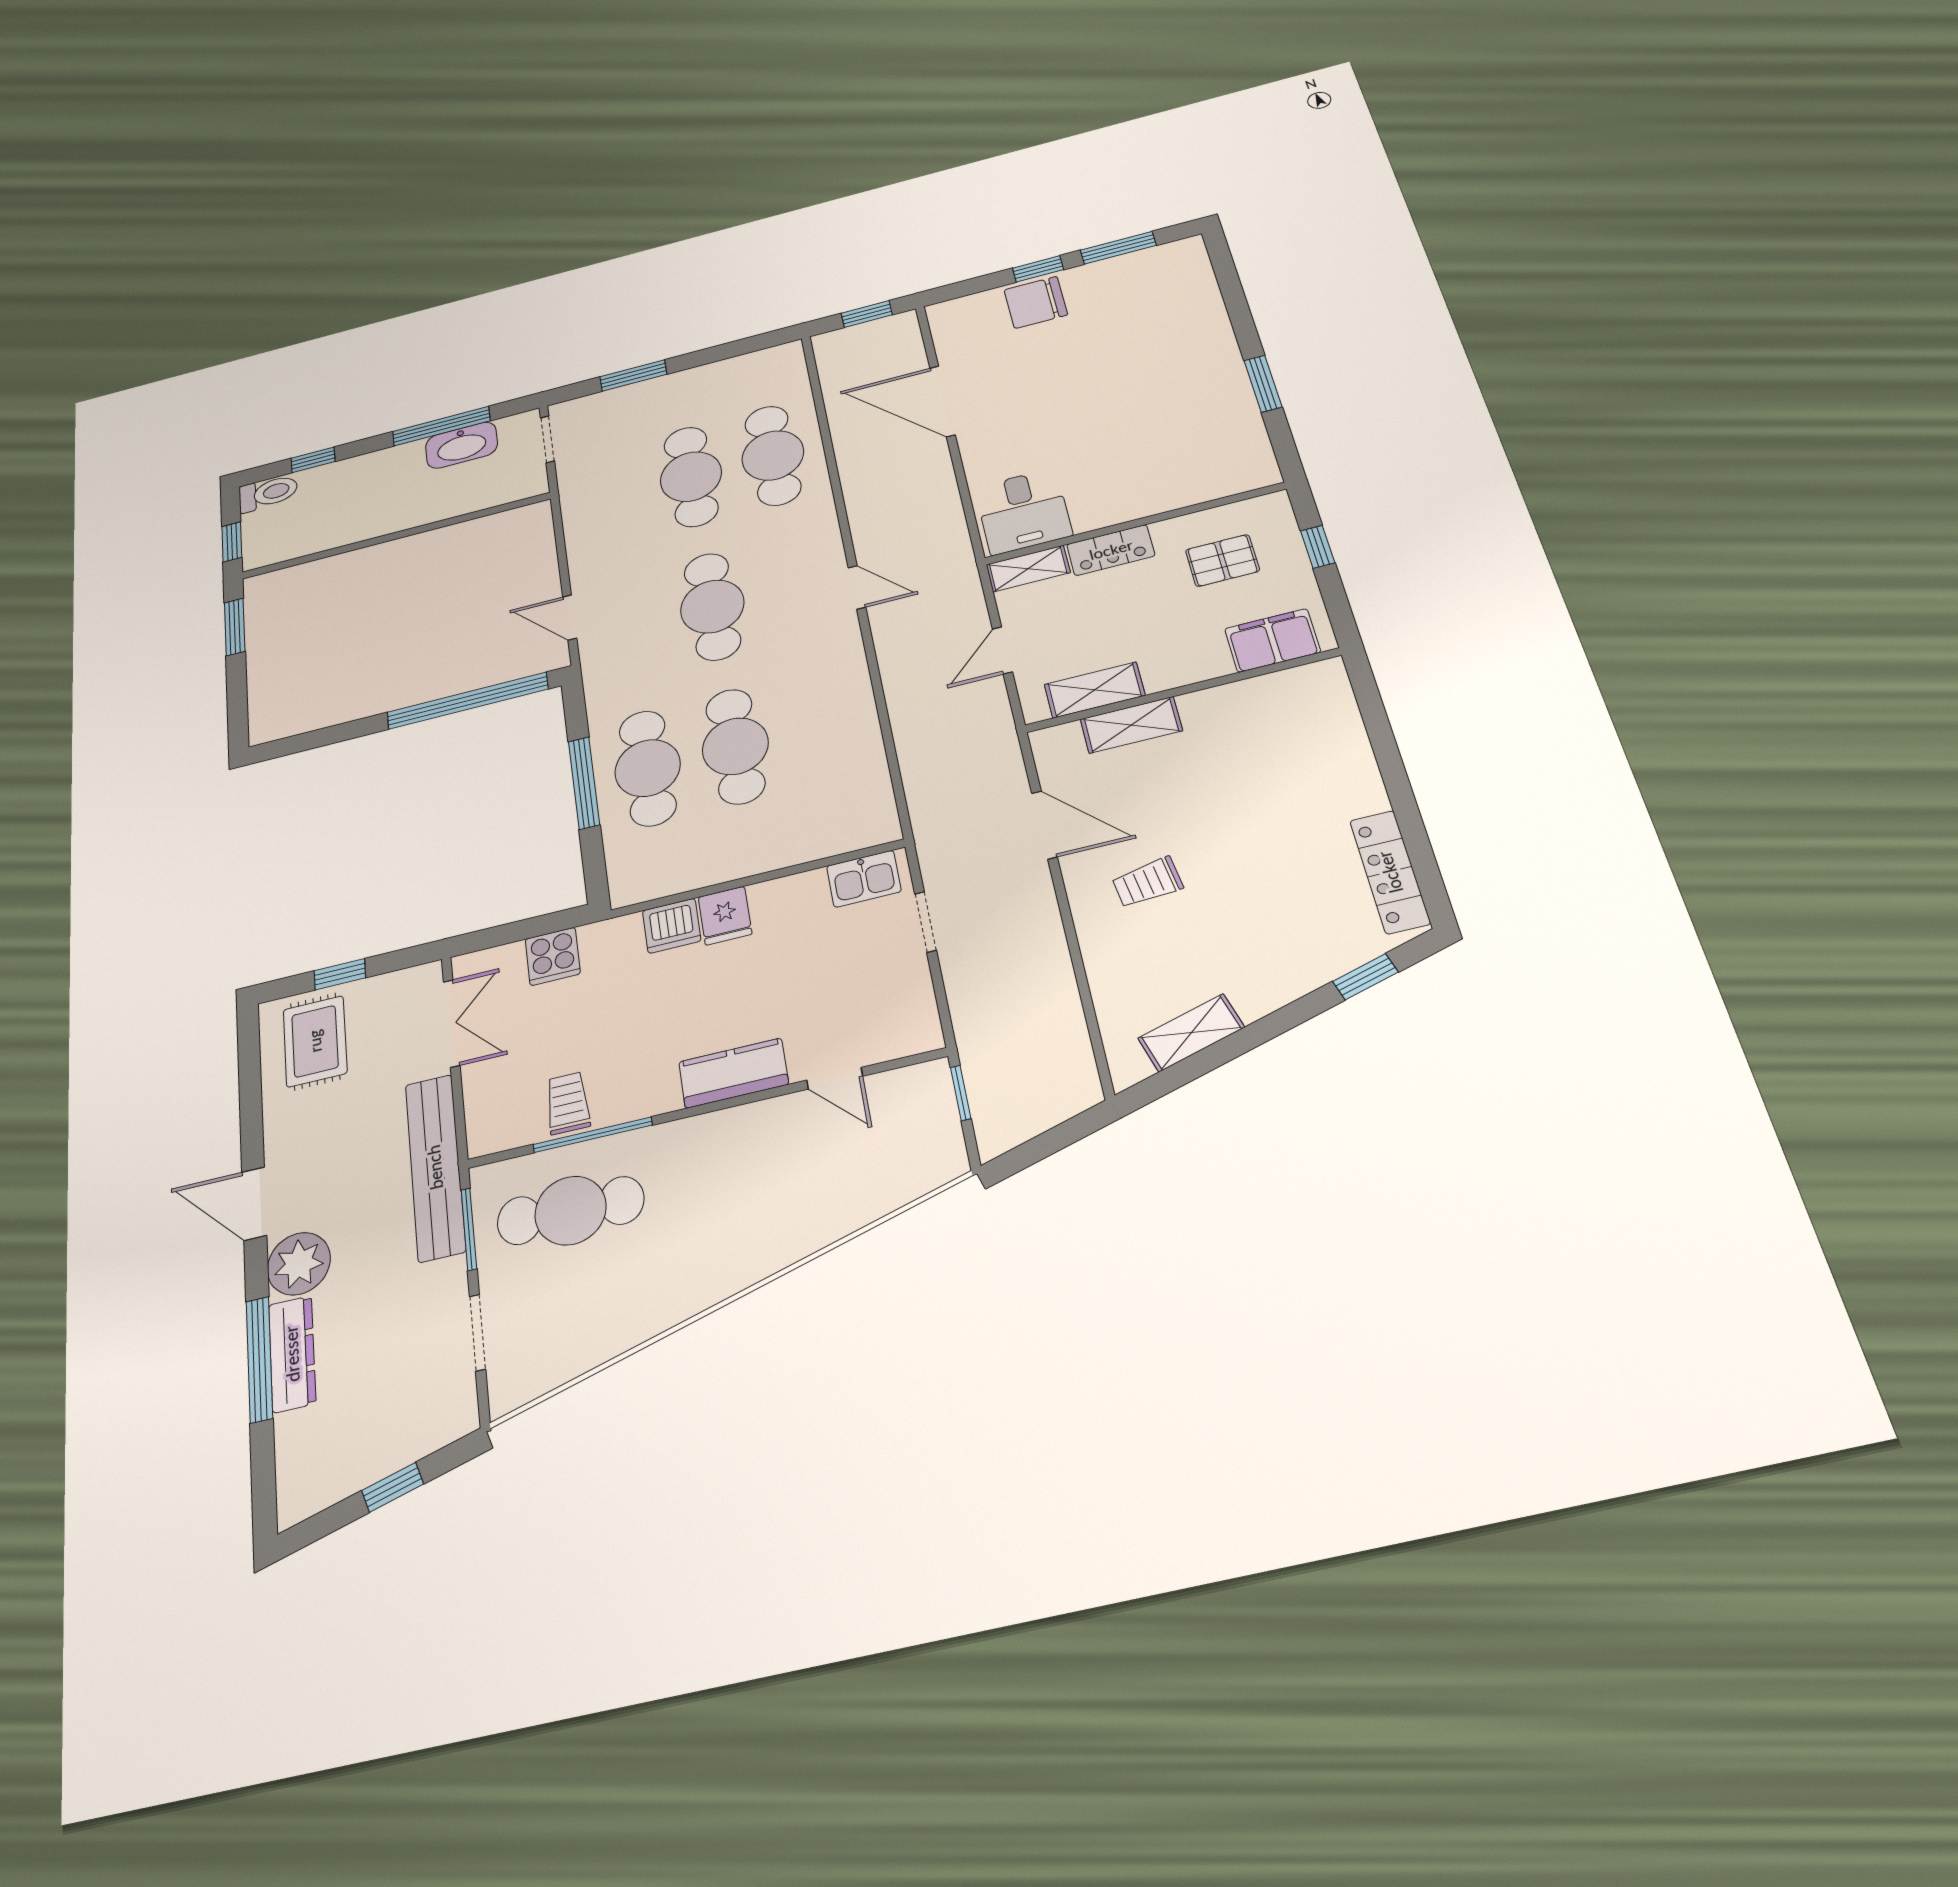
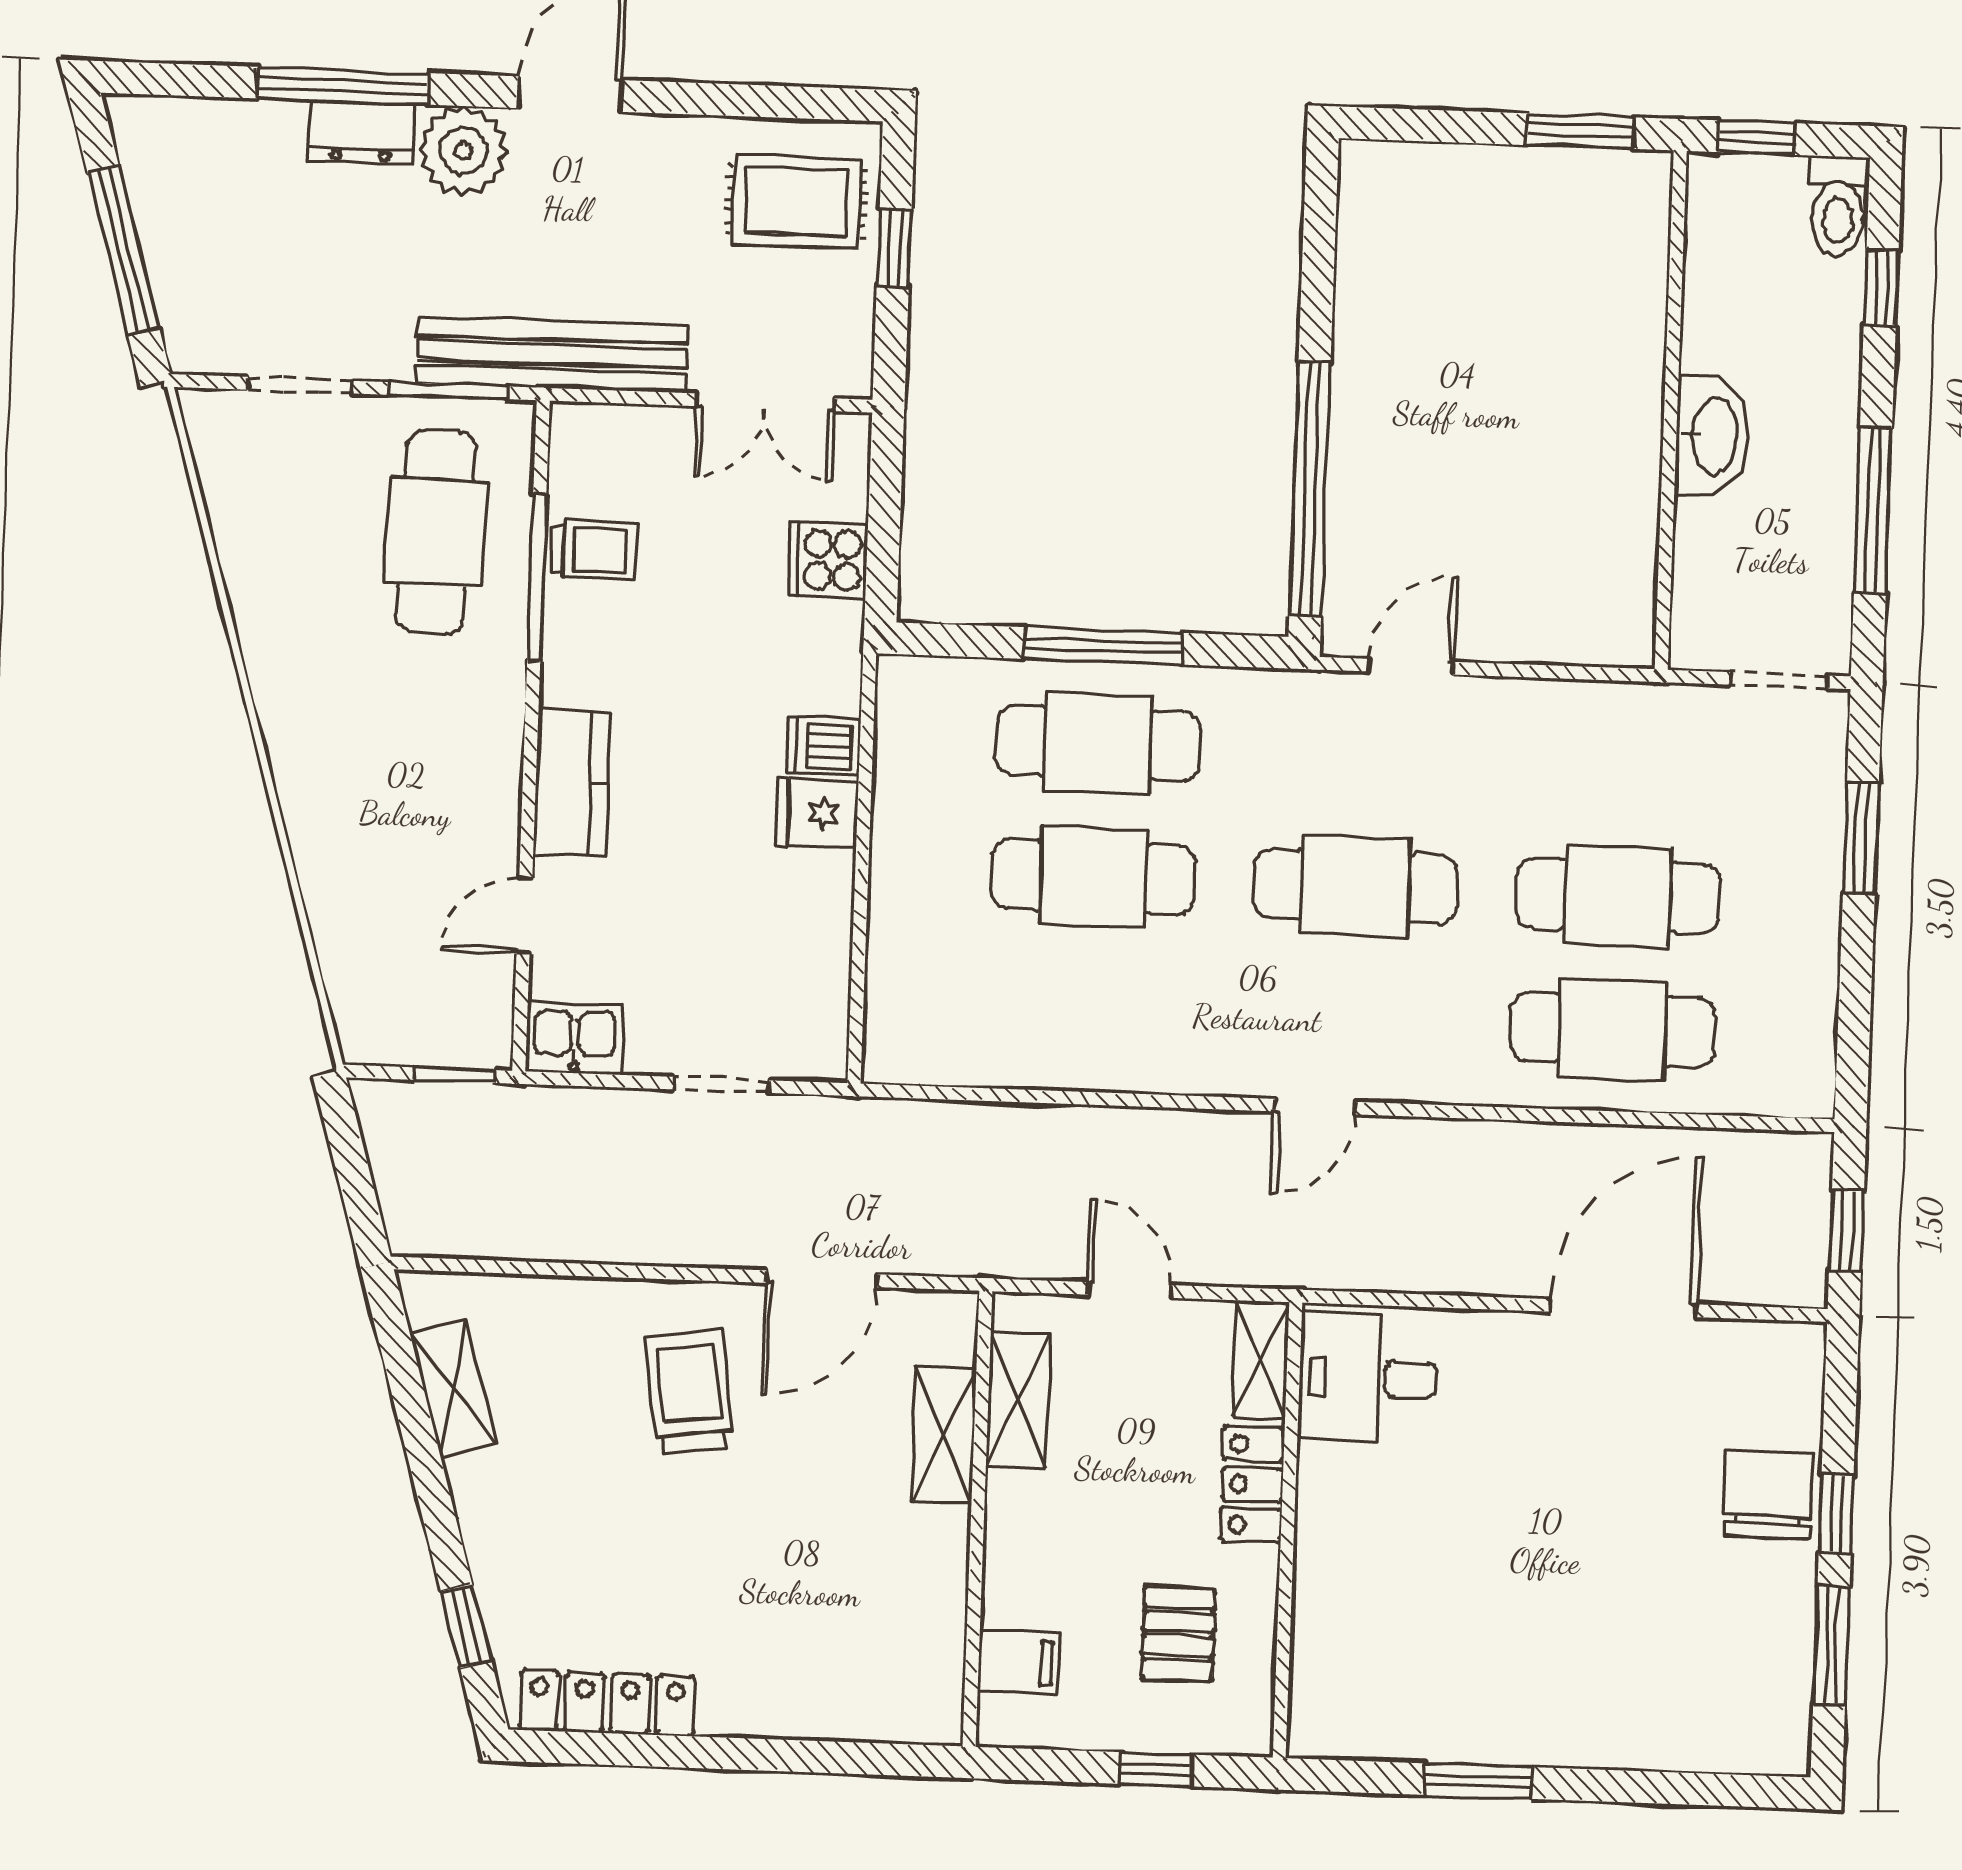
washbasin: (461, 445) -> (1713, 436), moved, turned 180
filing cabinet: (1273, 640) -> (1019, 1662), width x0.50
kitchen sink: (864, 879) -> (575, 1038), moved, turned 90
trolley: (1148, 882) -> (689, 1392), width x1.36, depth x1.39
dishwasher: (672, 926) -> (824, 746), width x0.73
dresser: (292, 1354) -> (361, 132), width x0.70
window: (393, 1487) -> (123, 250), width x2.17

